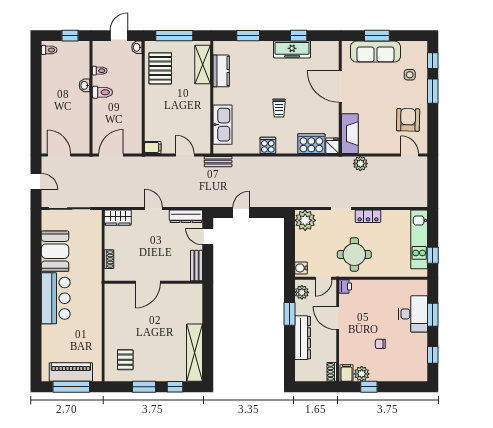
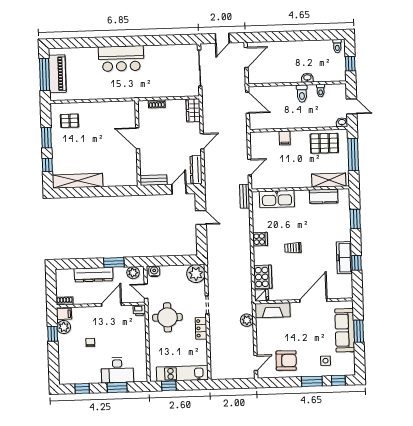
filing cabinet: (153, 148) -> (285, 138), moved
booth: (55, 251) -> (162, 57), removed

